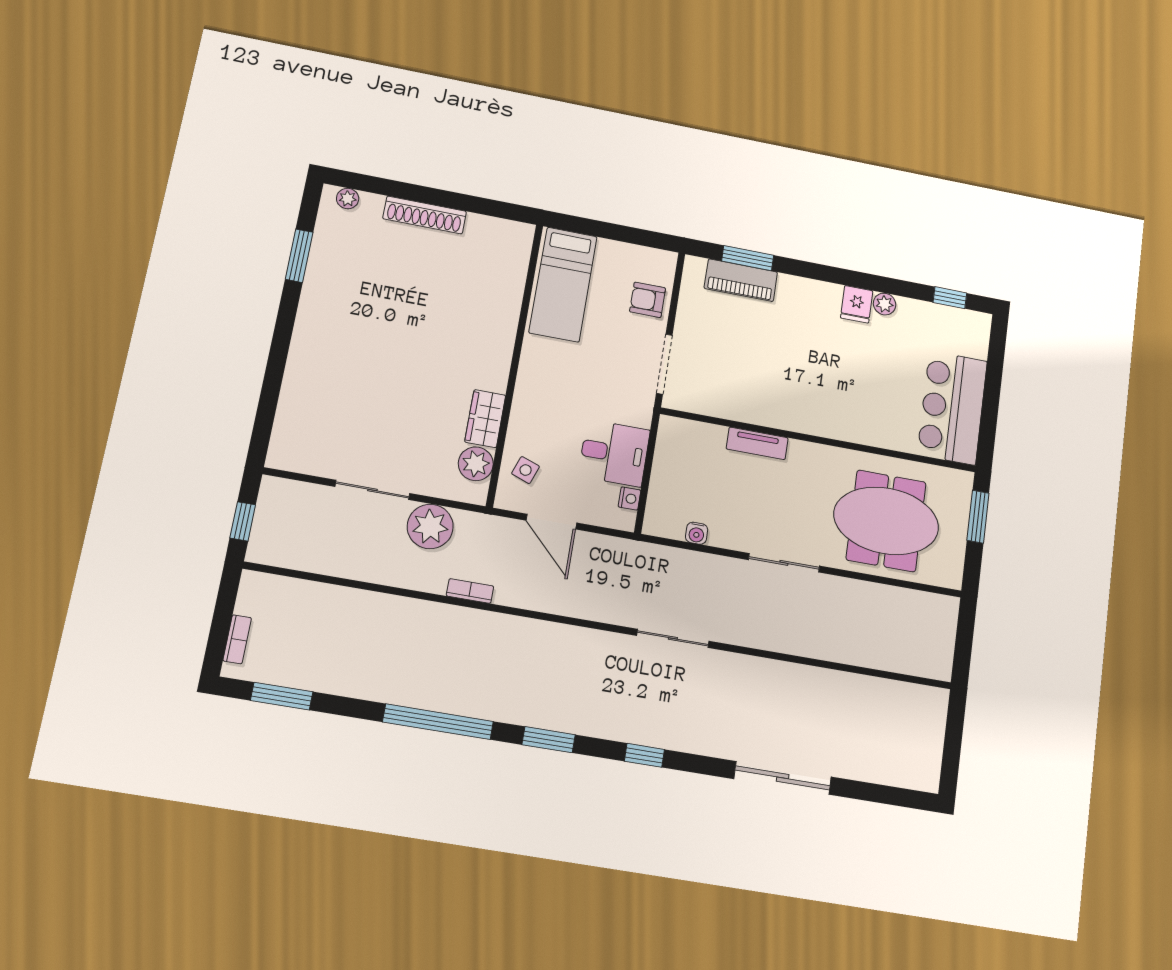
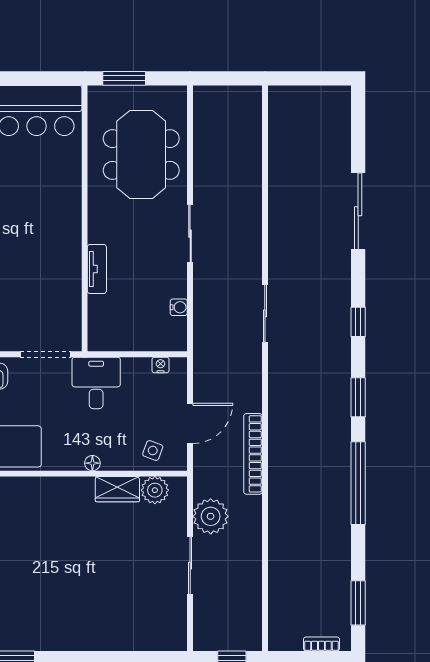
floor lamp: (523, 395) -> (92, 463), added
desk: (614, 453) -> (96, 383), moved
bookcase: (470, 591) -> (253, 454), width x2.31, depth x1.31

